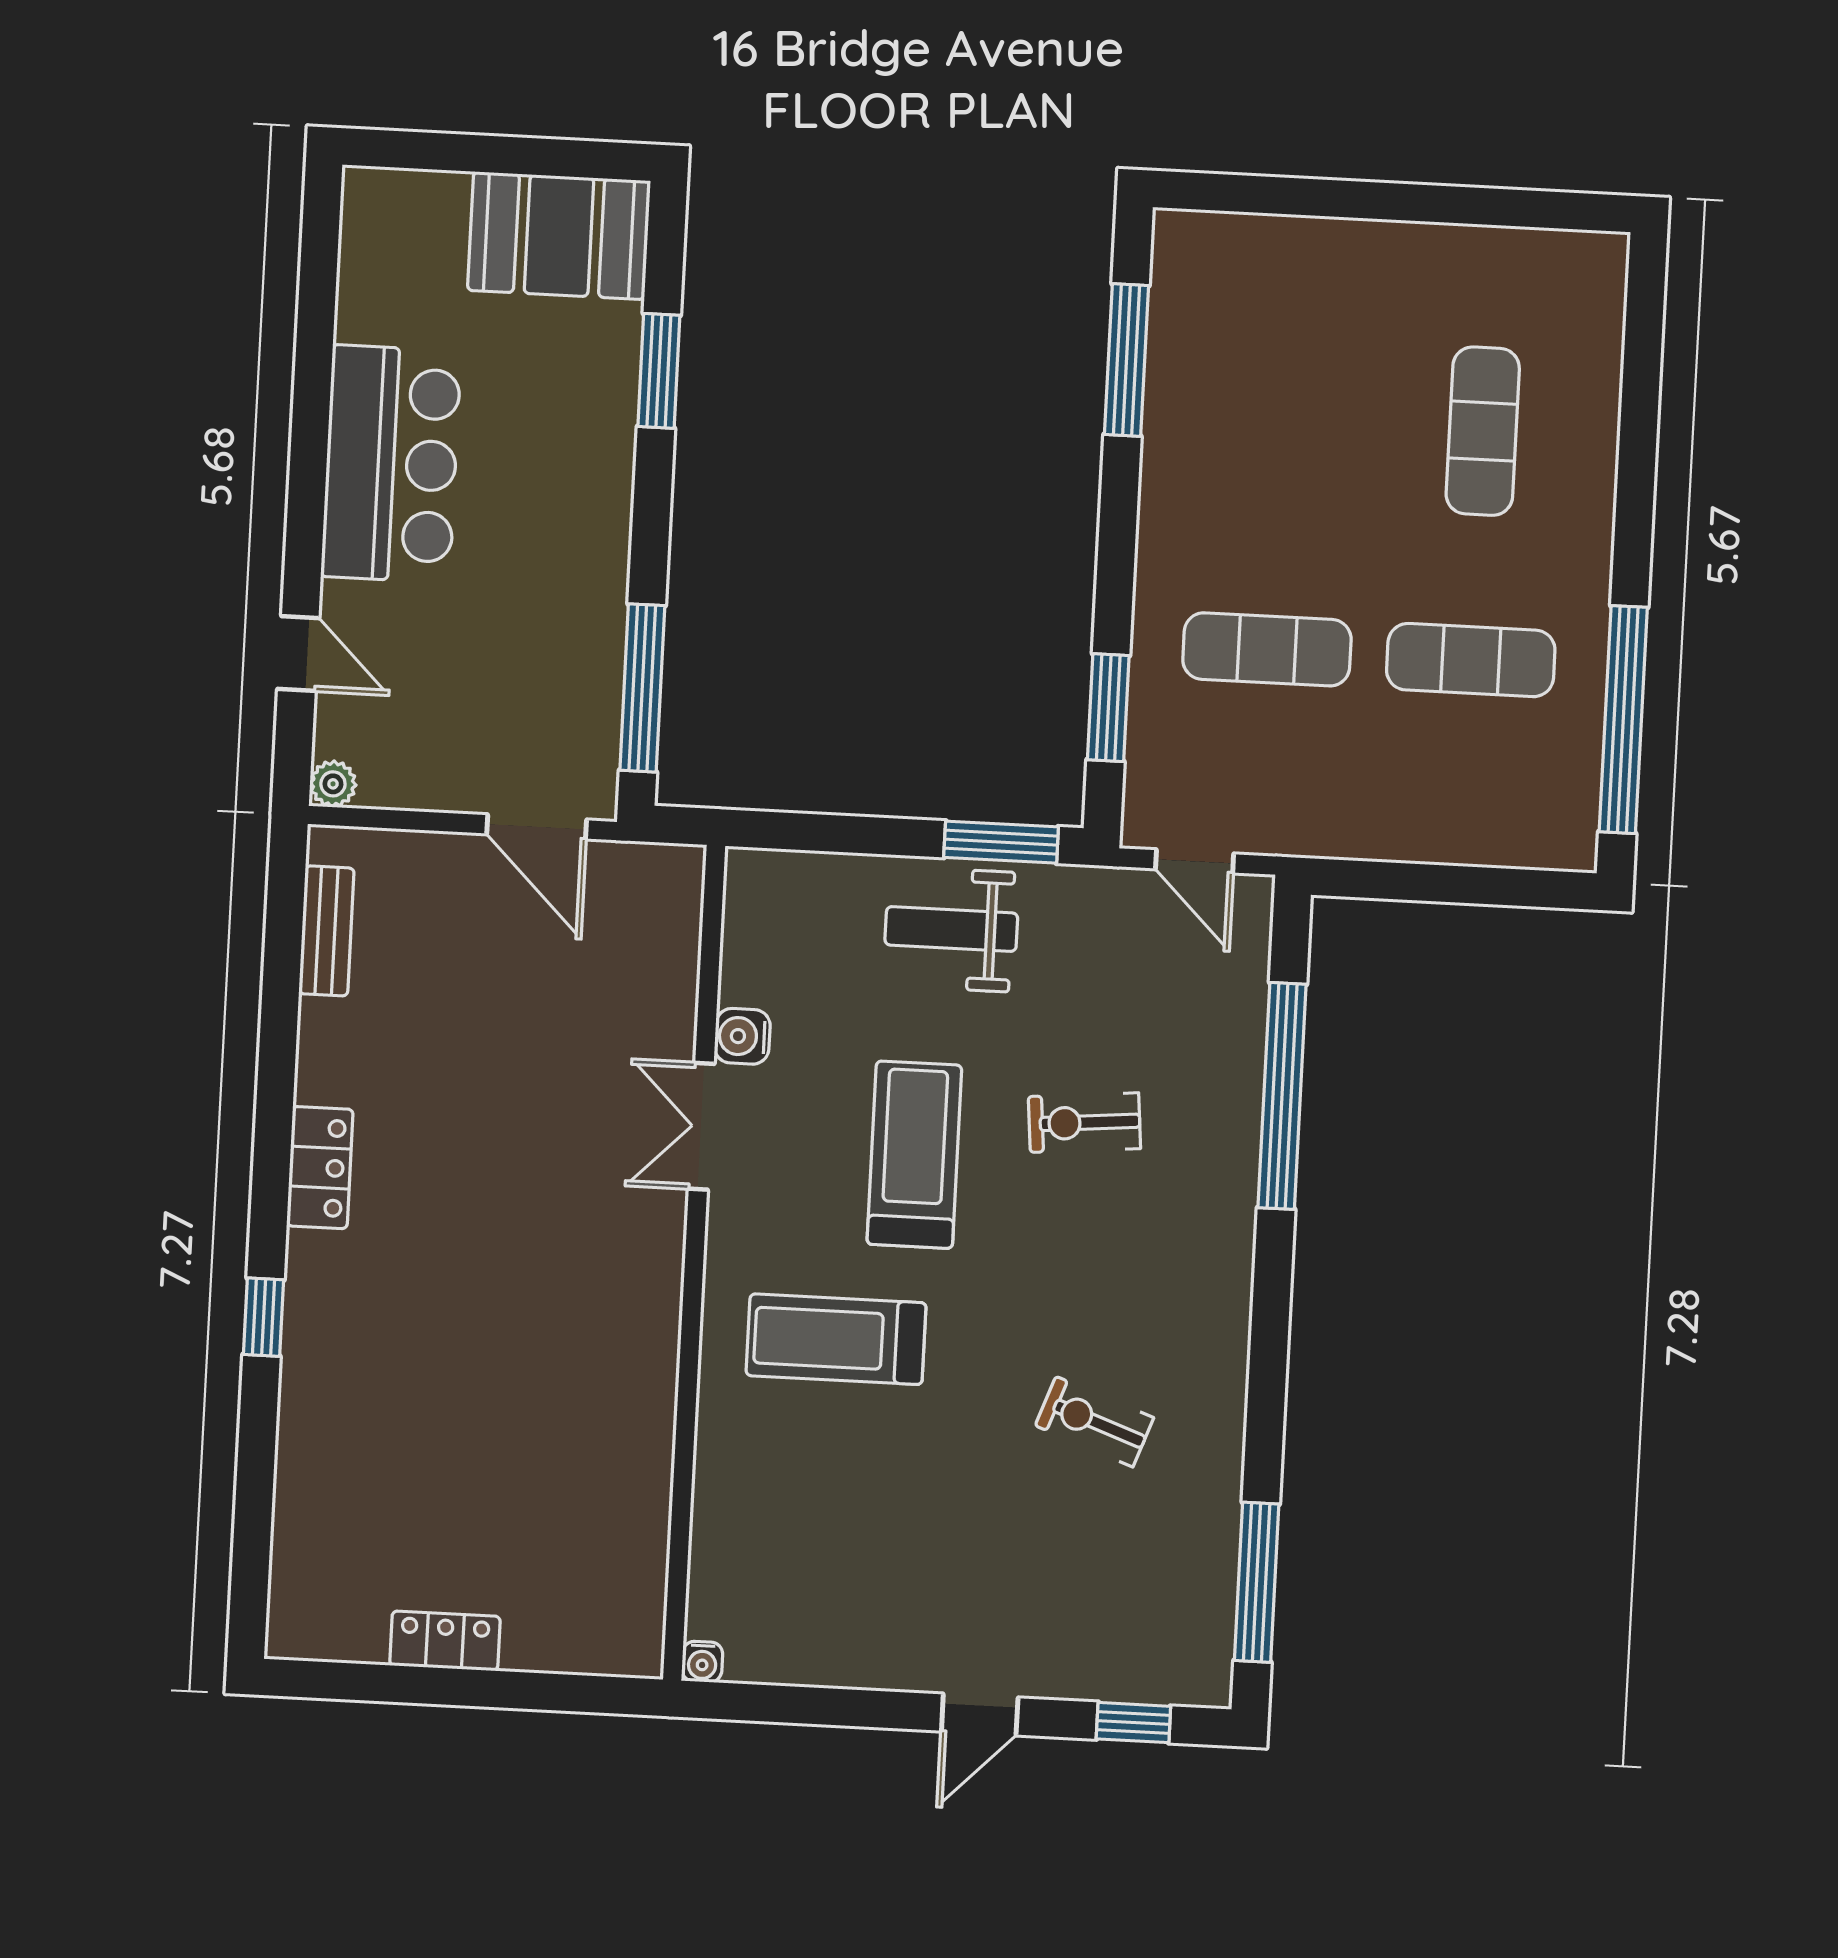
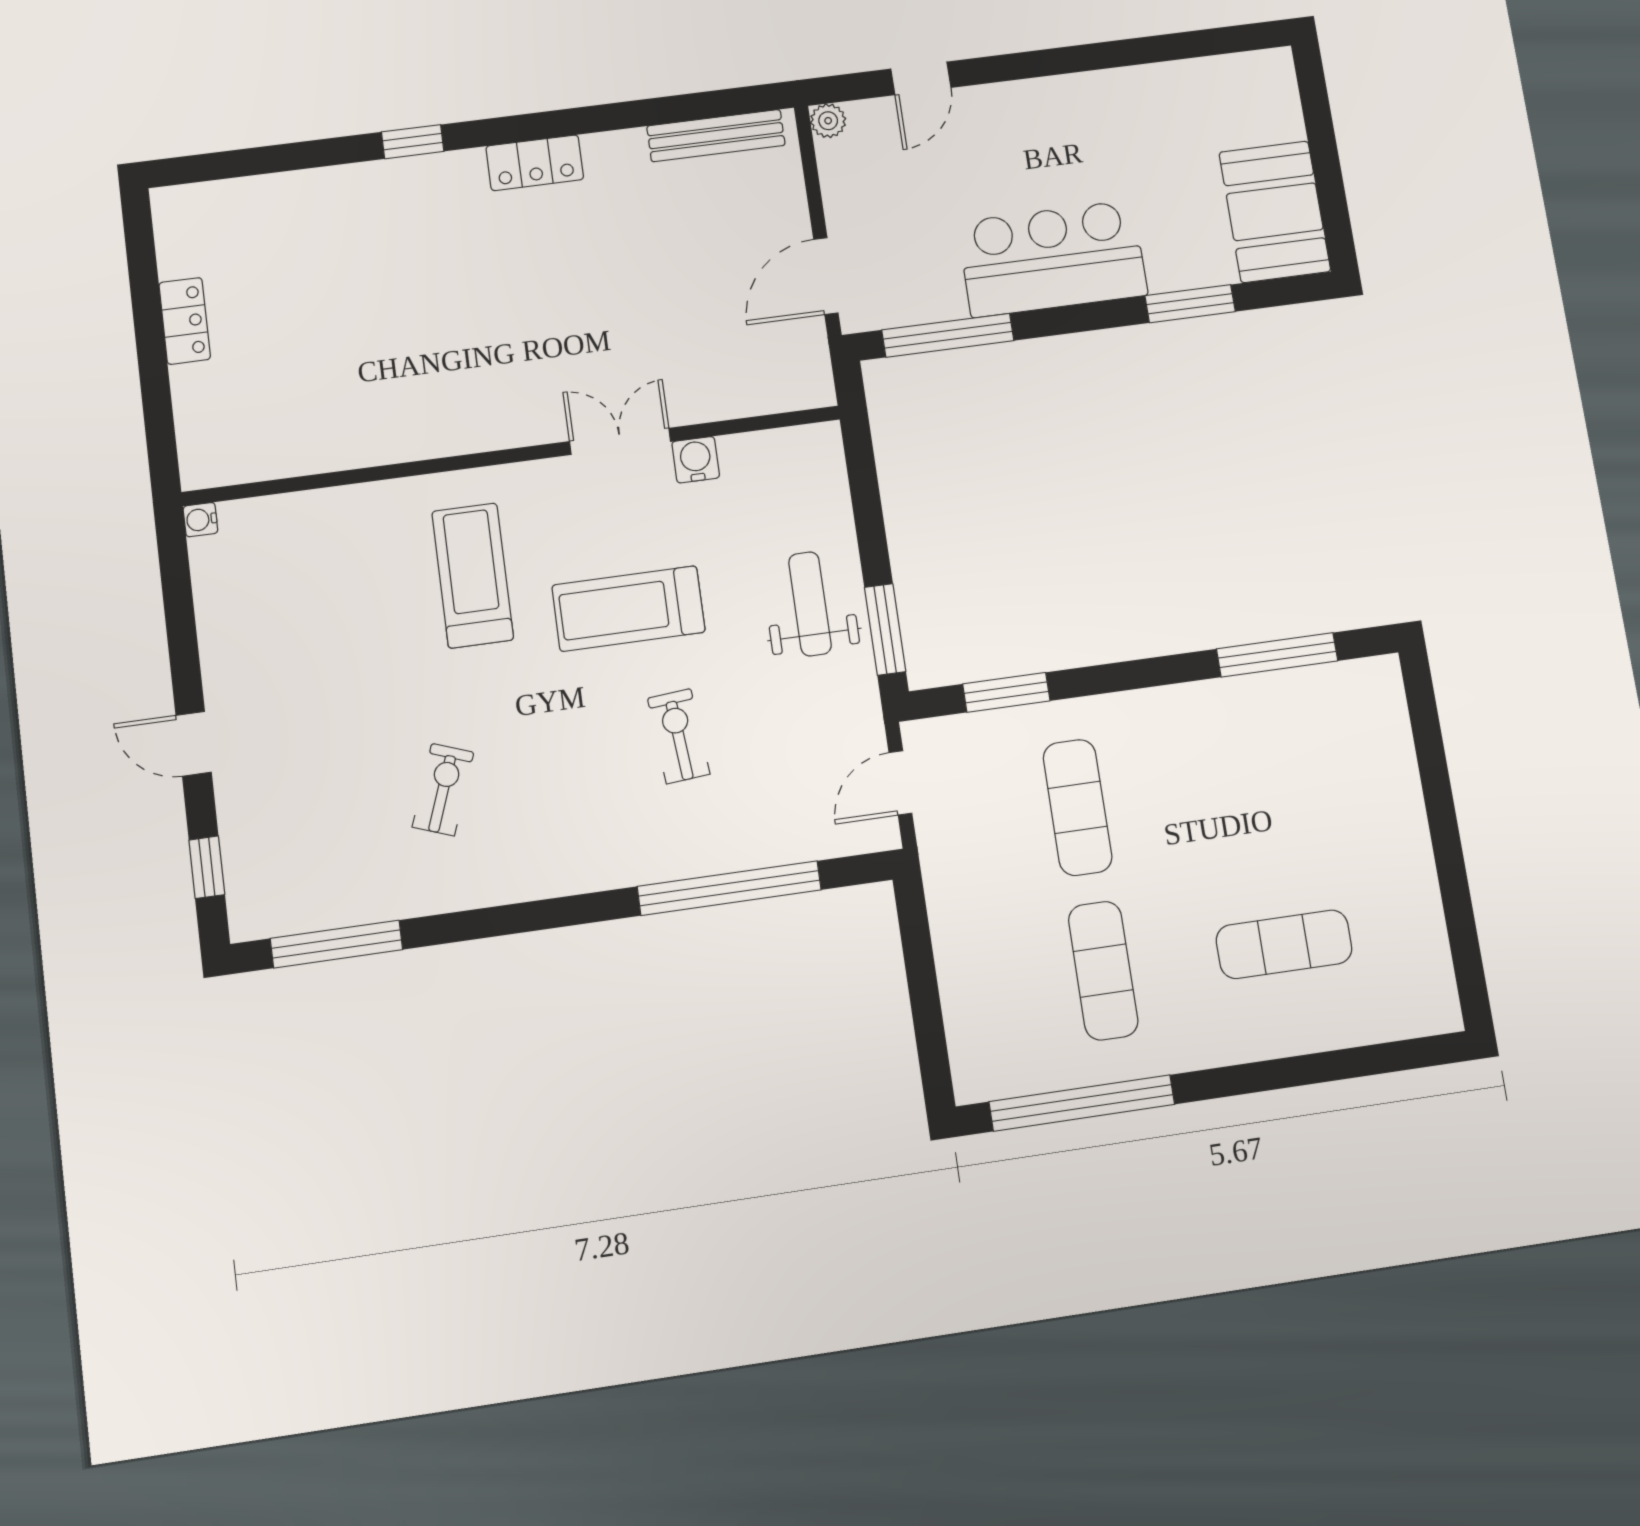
bar counter: (391, 464) -> (1052, 259), moved, turned 180
bench: (326, 931) -> (716, 136), width x1.36
treadmill: (914, 1155) -> (628, 609), turned 180

